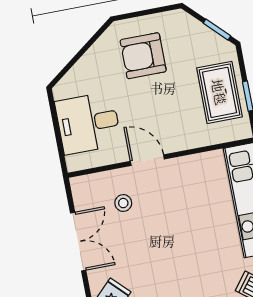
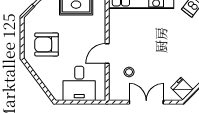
armchair: (143, 56) -> (47, 44), turned 90

